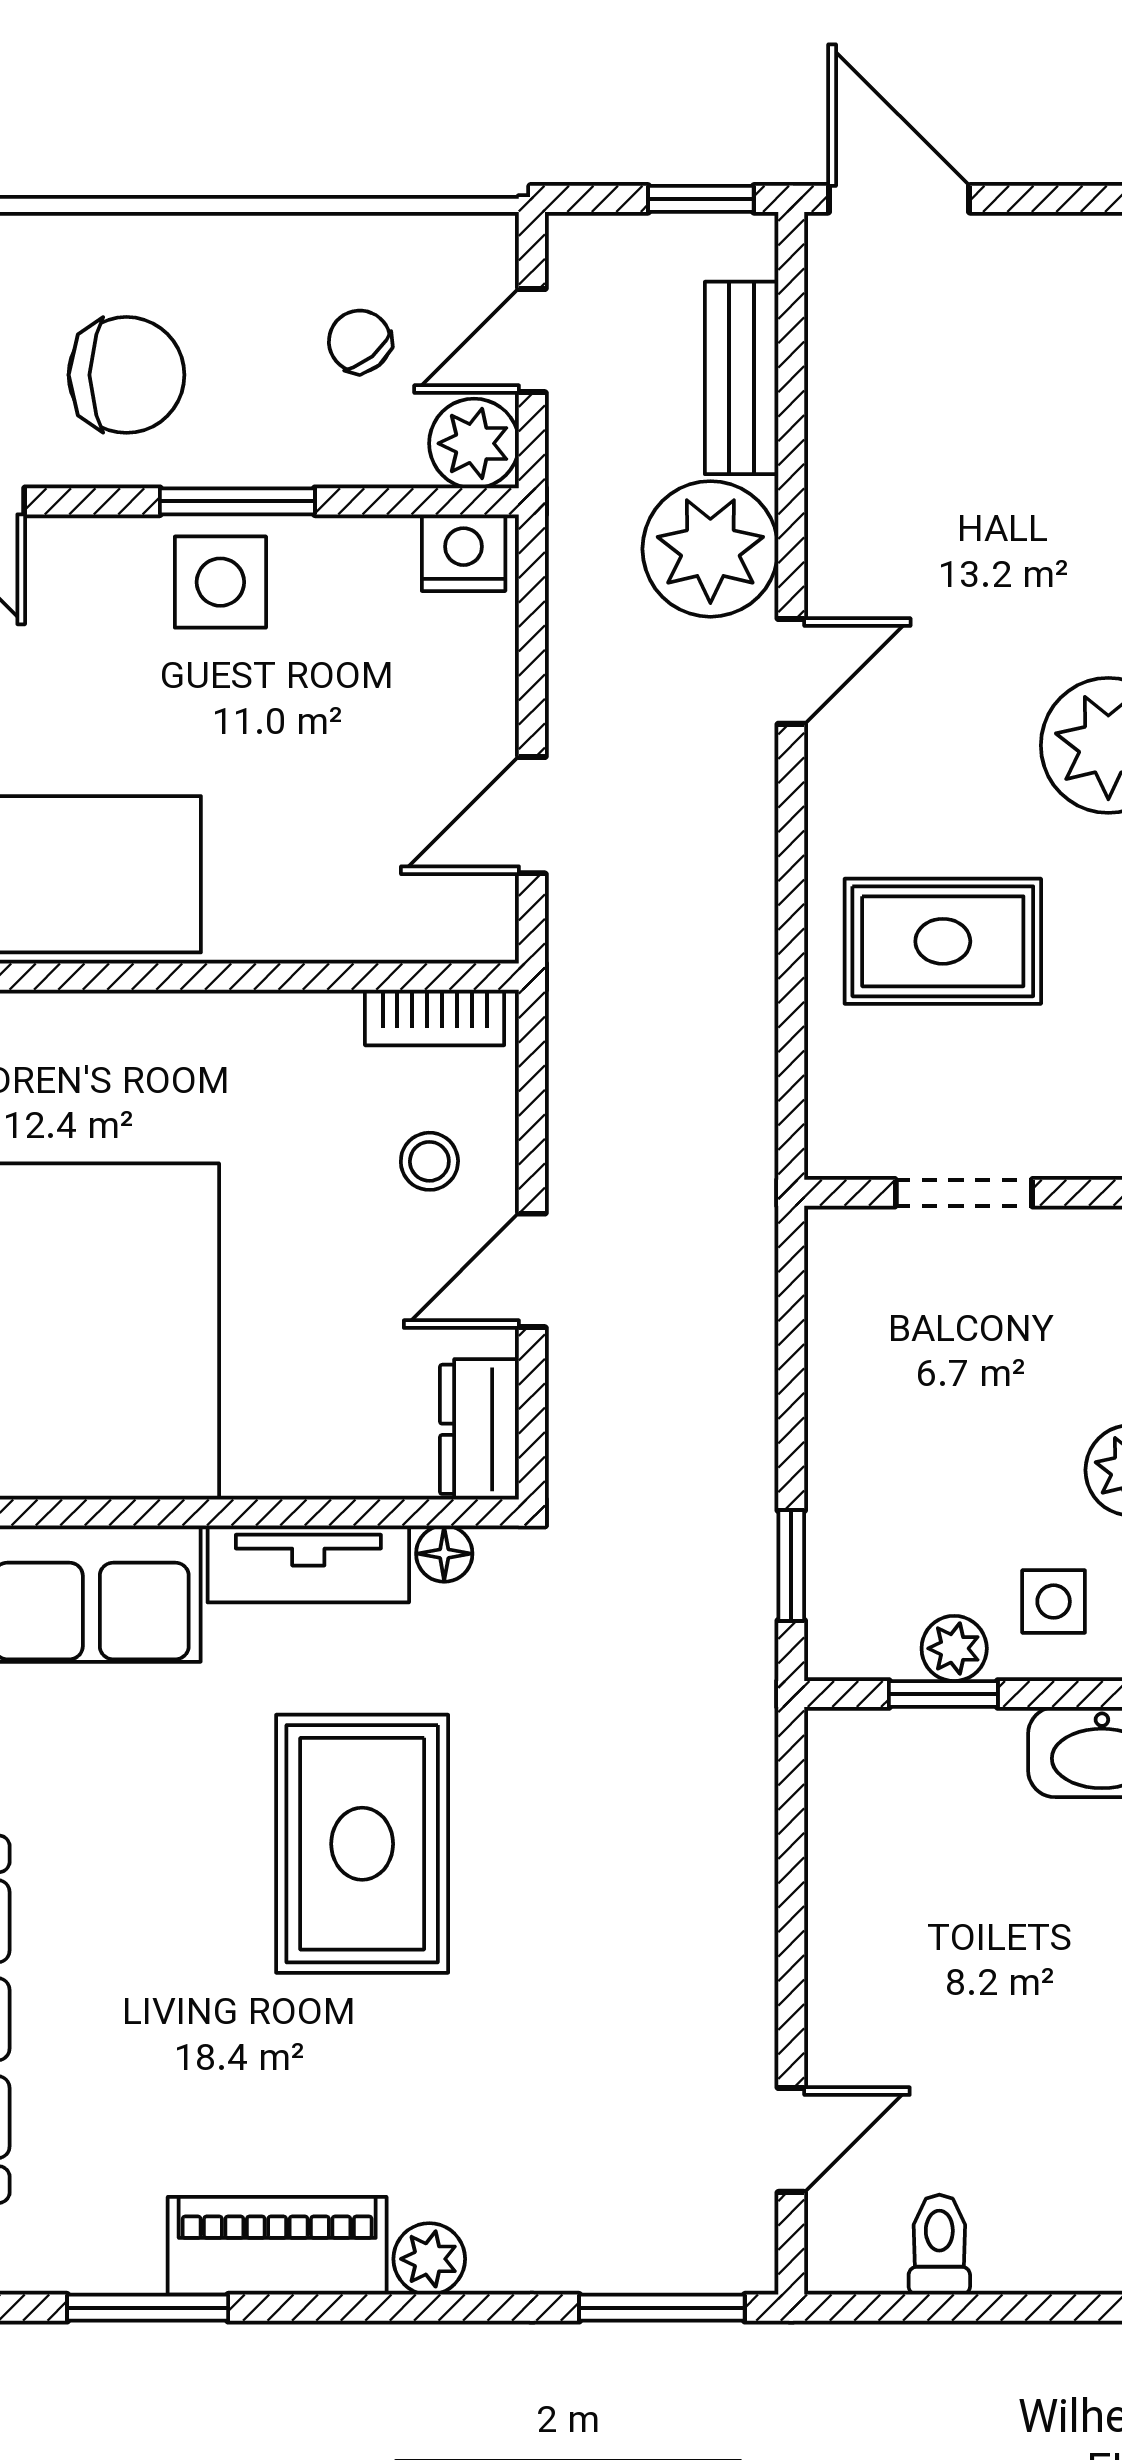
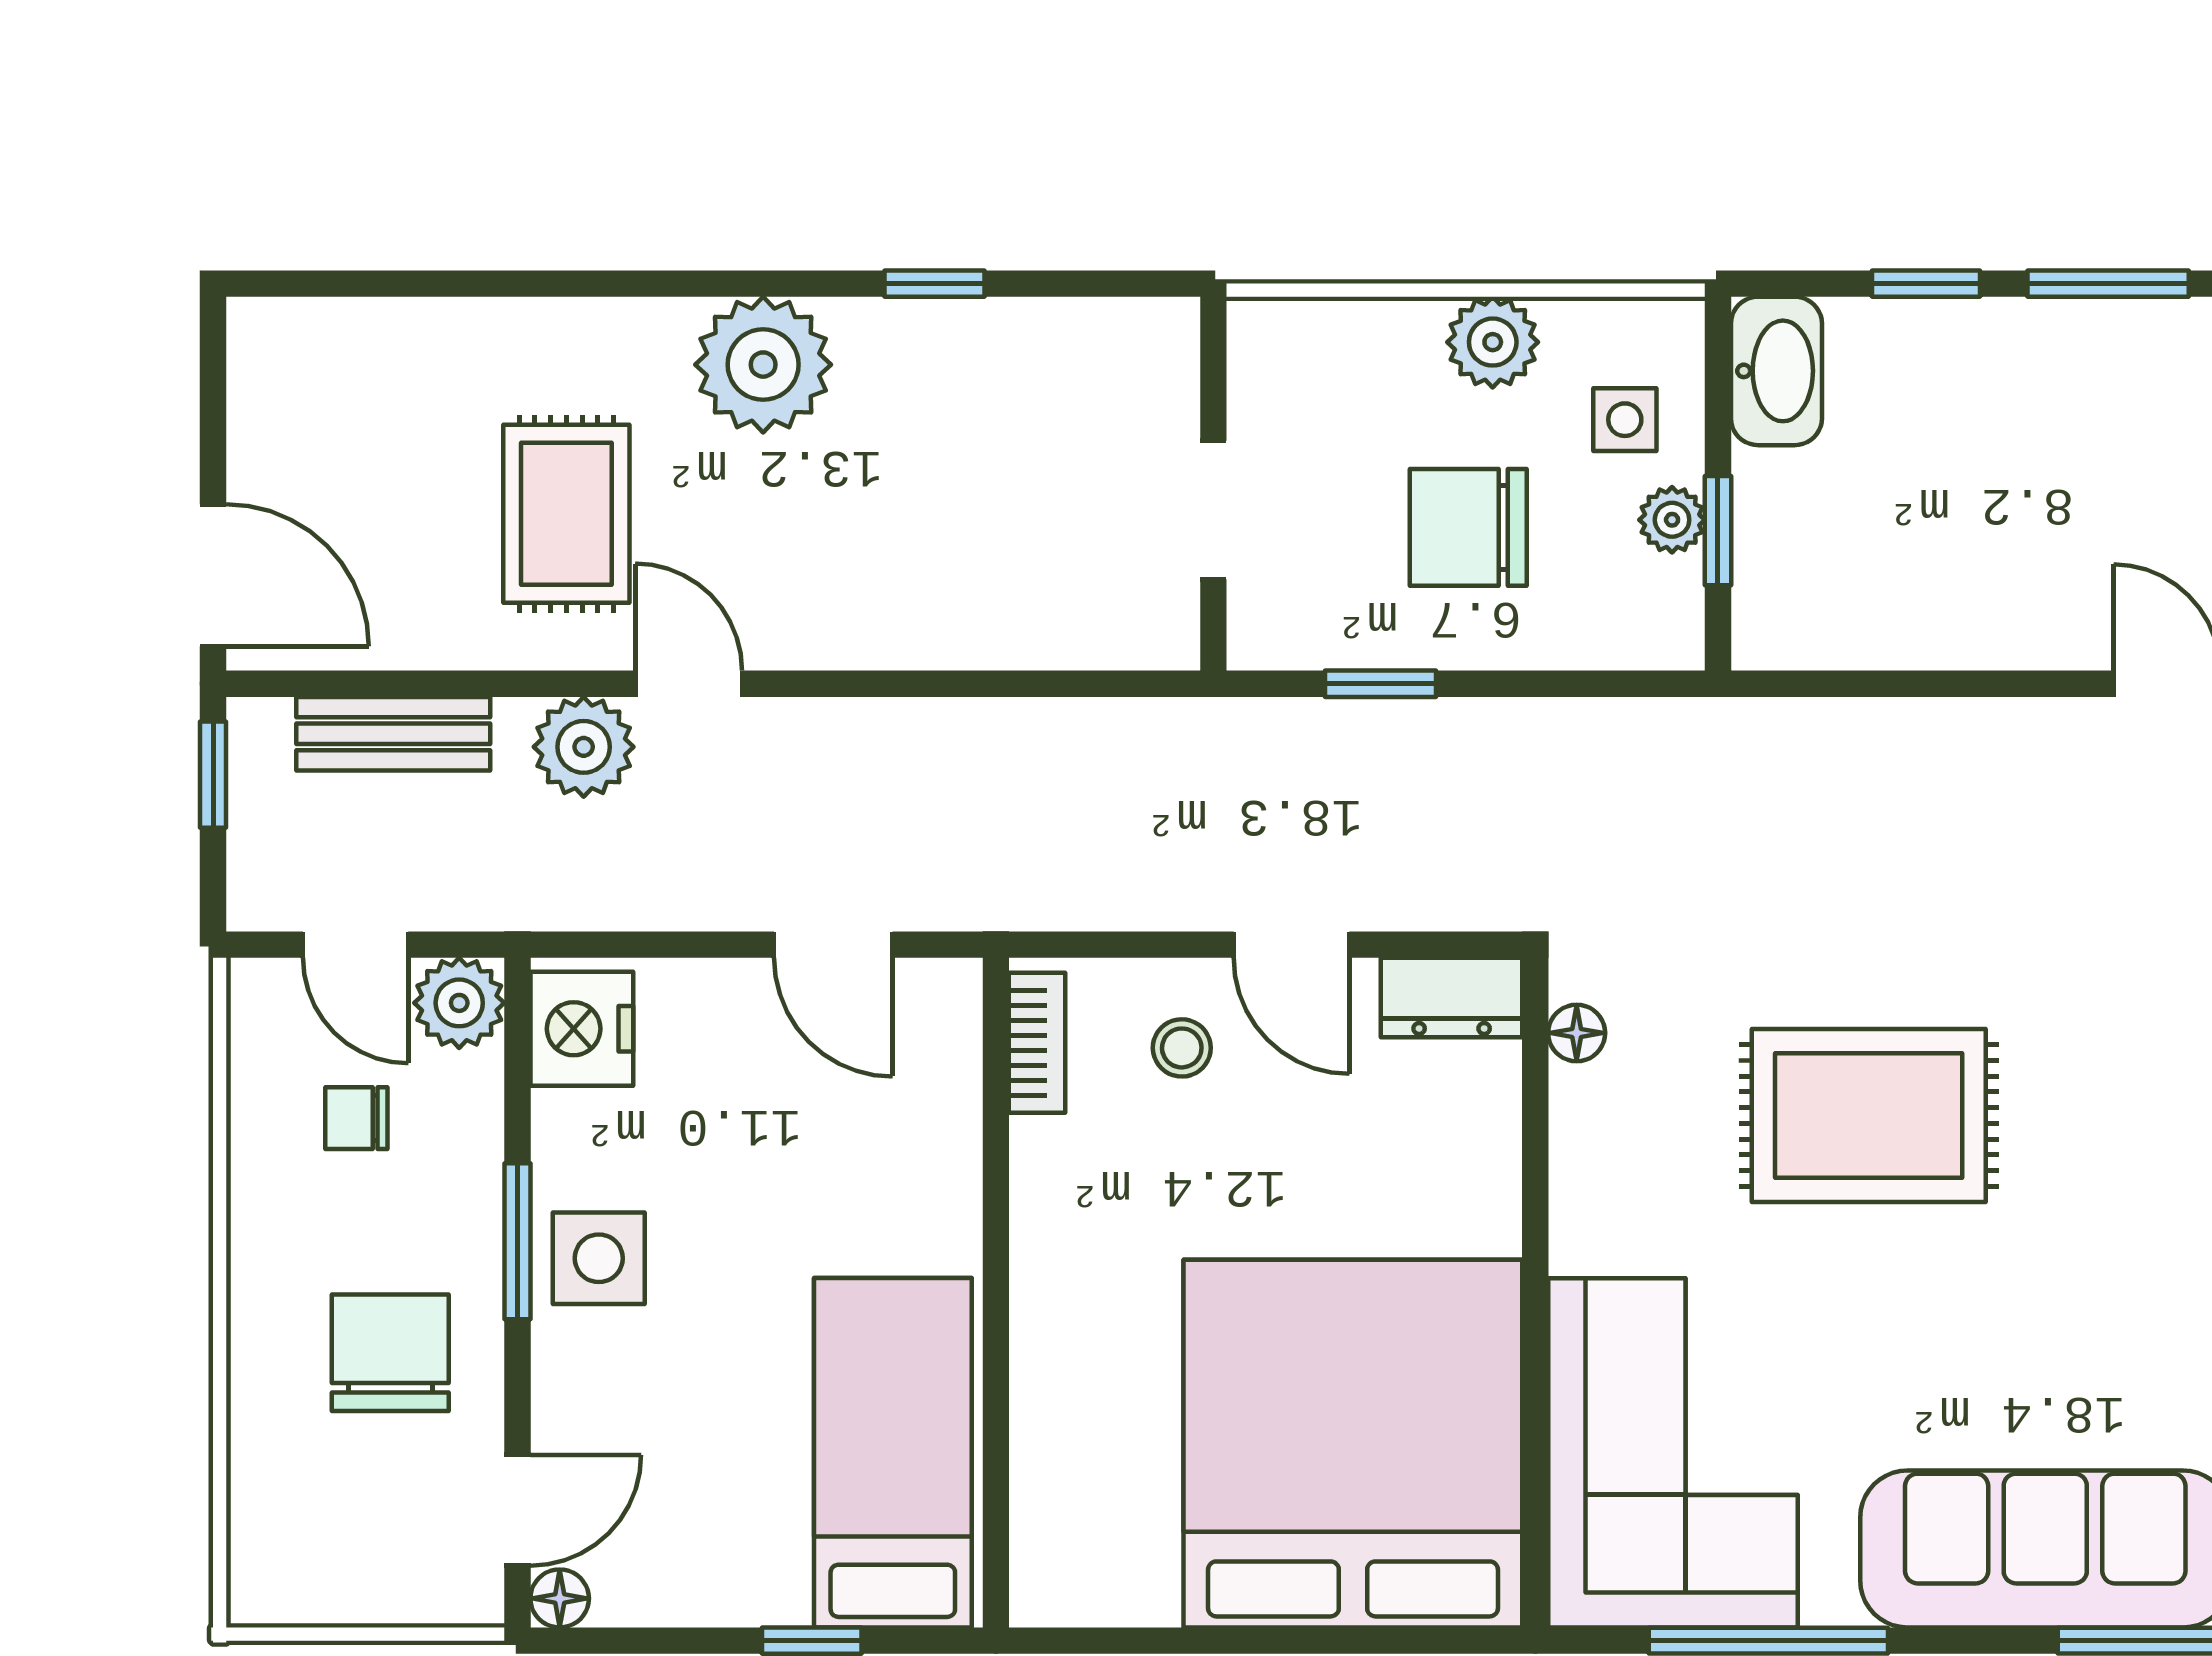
door: (899, 199) -> (213, 575), swing flipped
chair: (360, 341) -> (356, 1118), turned 40
plant: (710, 549) -> (584, 747), width x0.73, depth x0.73
nightstand: (464, 553) -> (582, 1029), width x1.36, depth x1.33
rug: (943, 941) -> (566, 514), moved
chair: (947, 1446) -> (1468, 527), added
tv unit: (308, 1564) -> (1587, 1170), removed
window: (791, 1566) -> (1380, 684), moved

